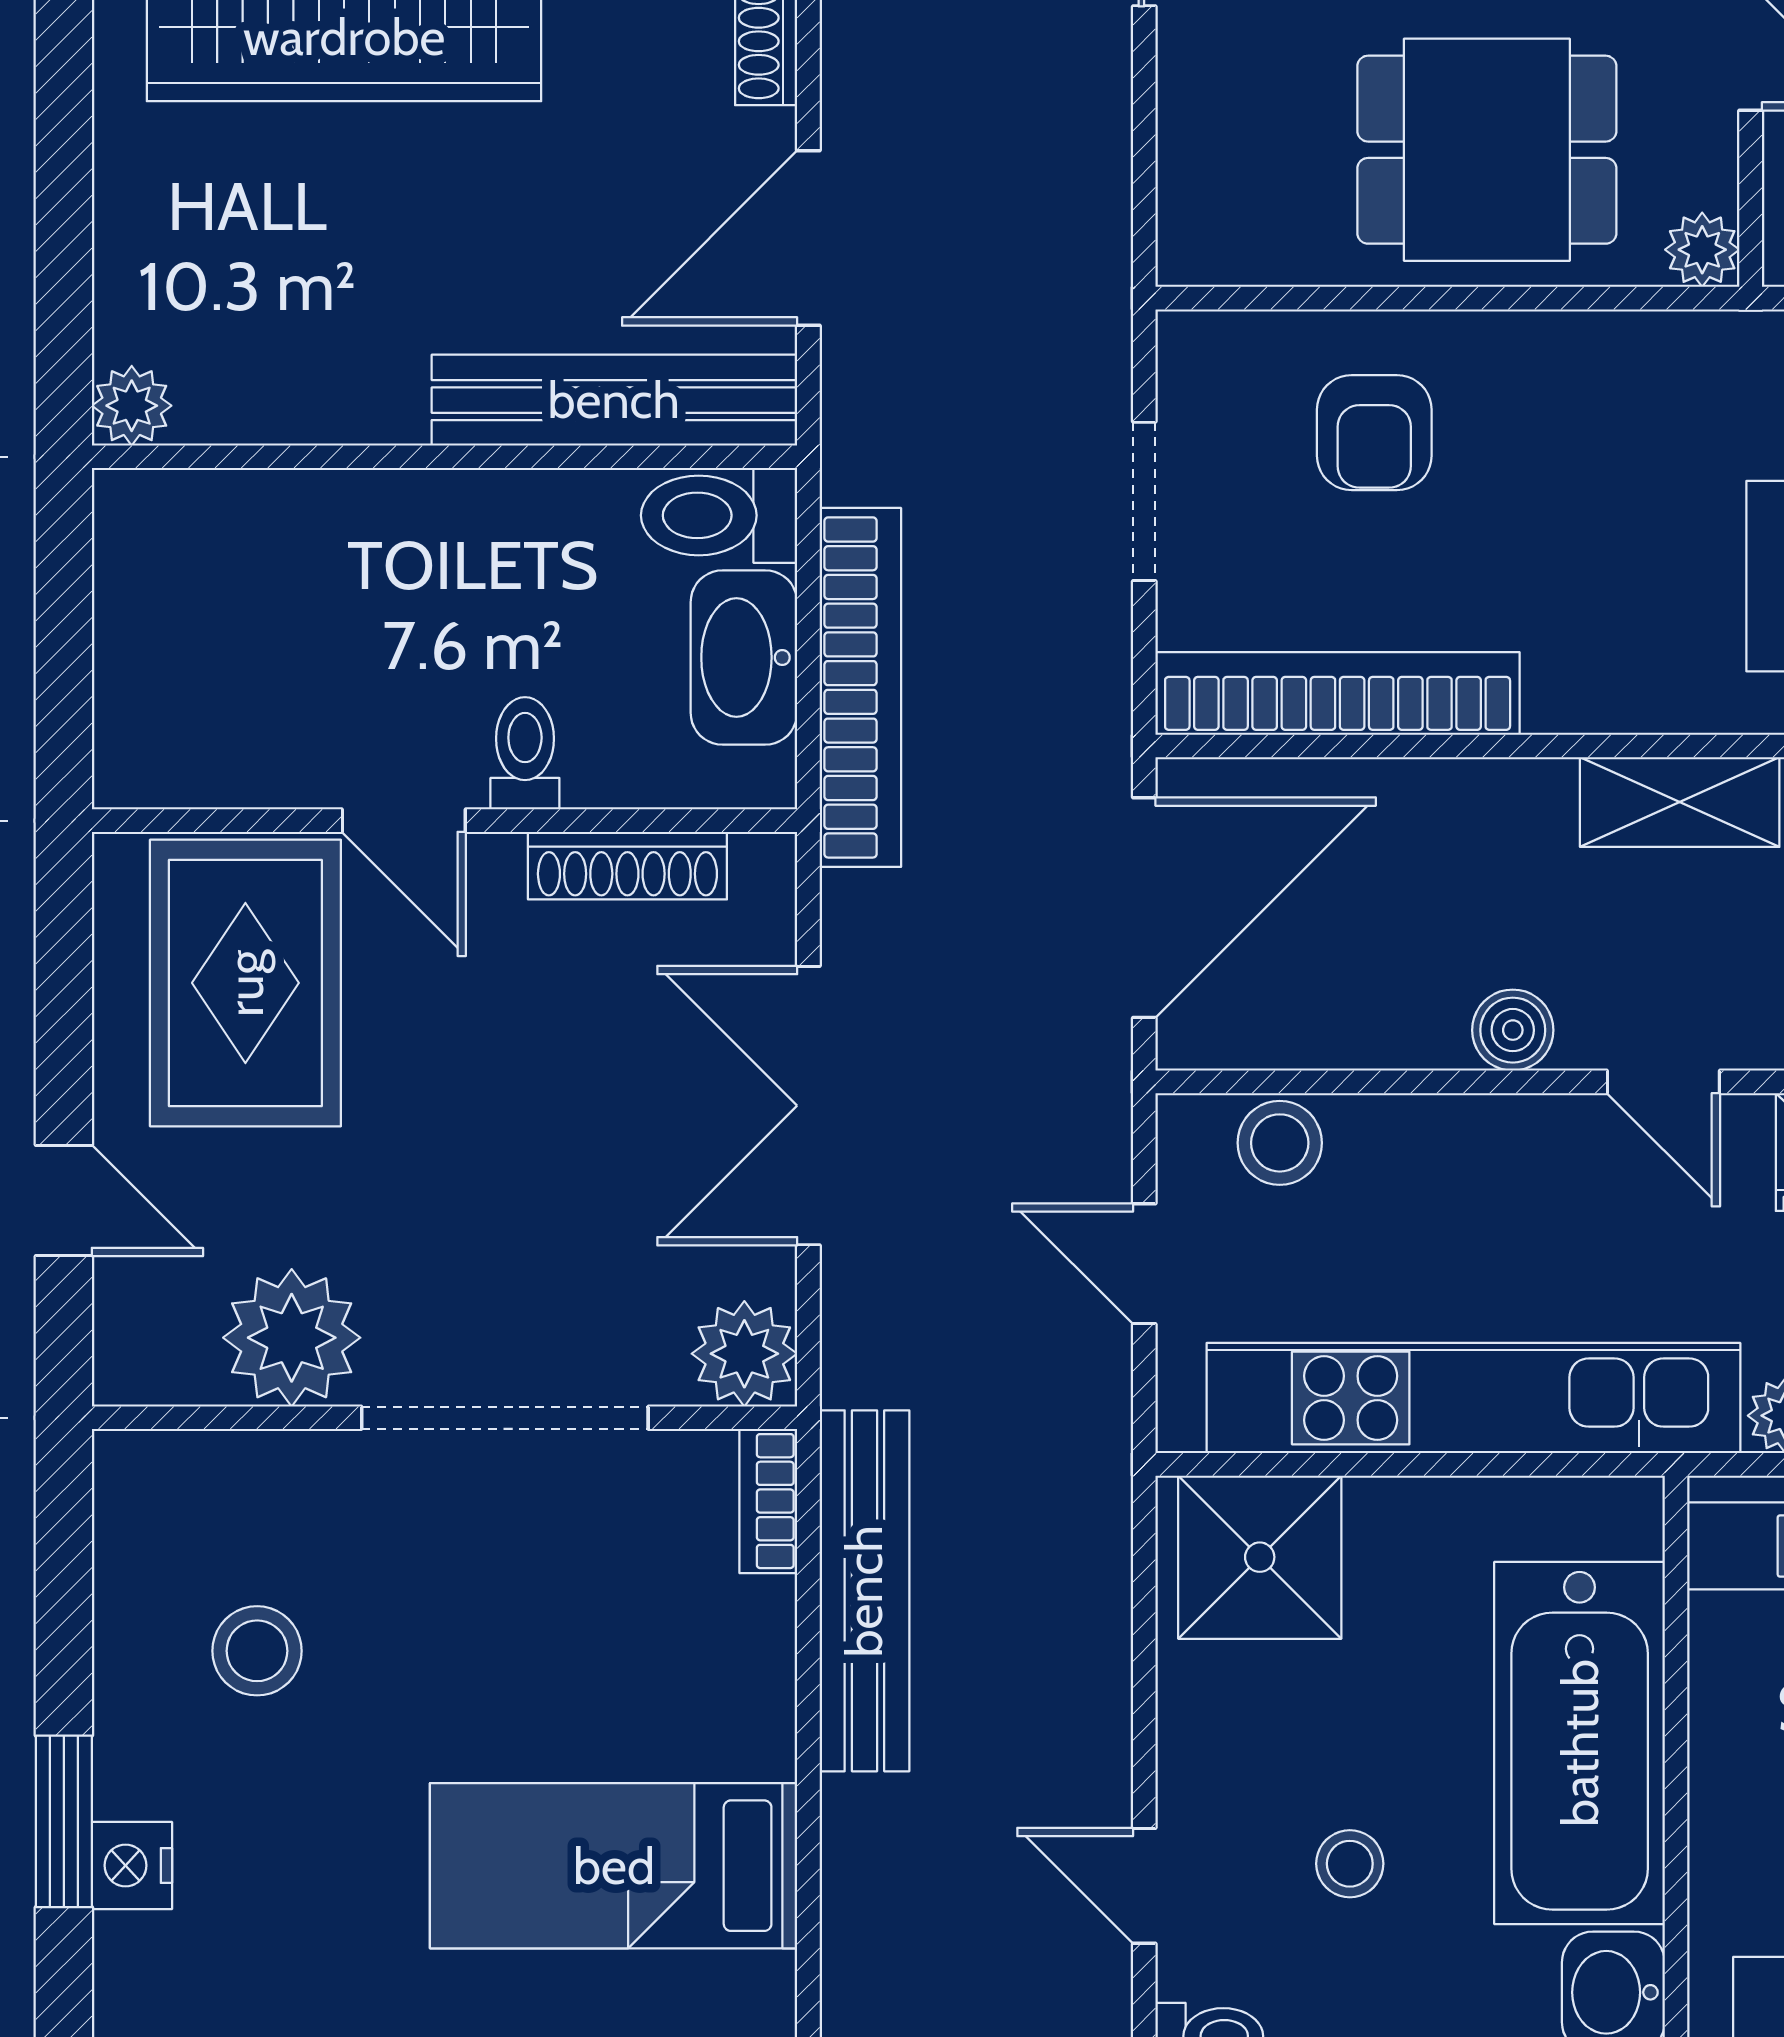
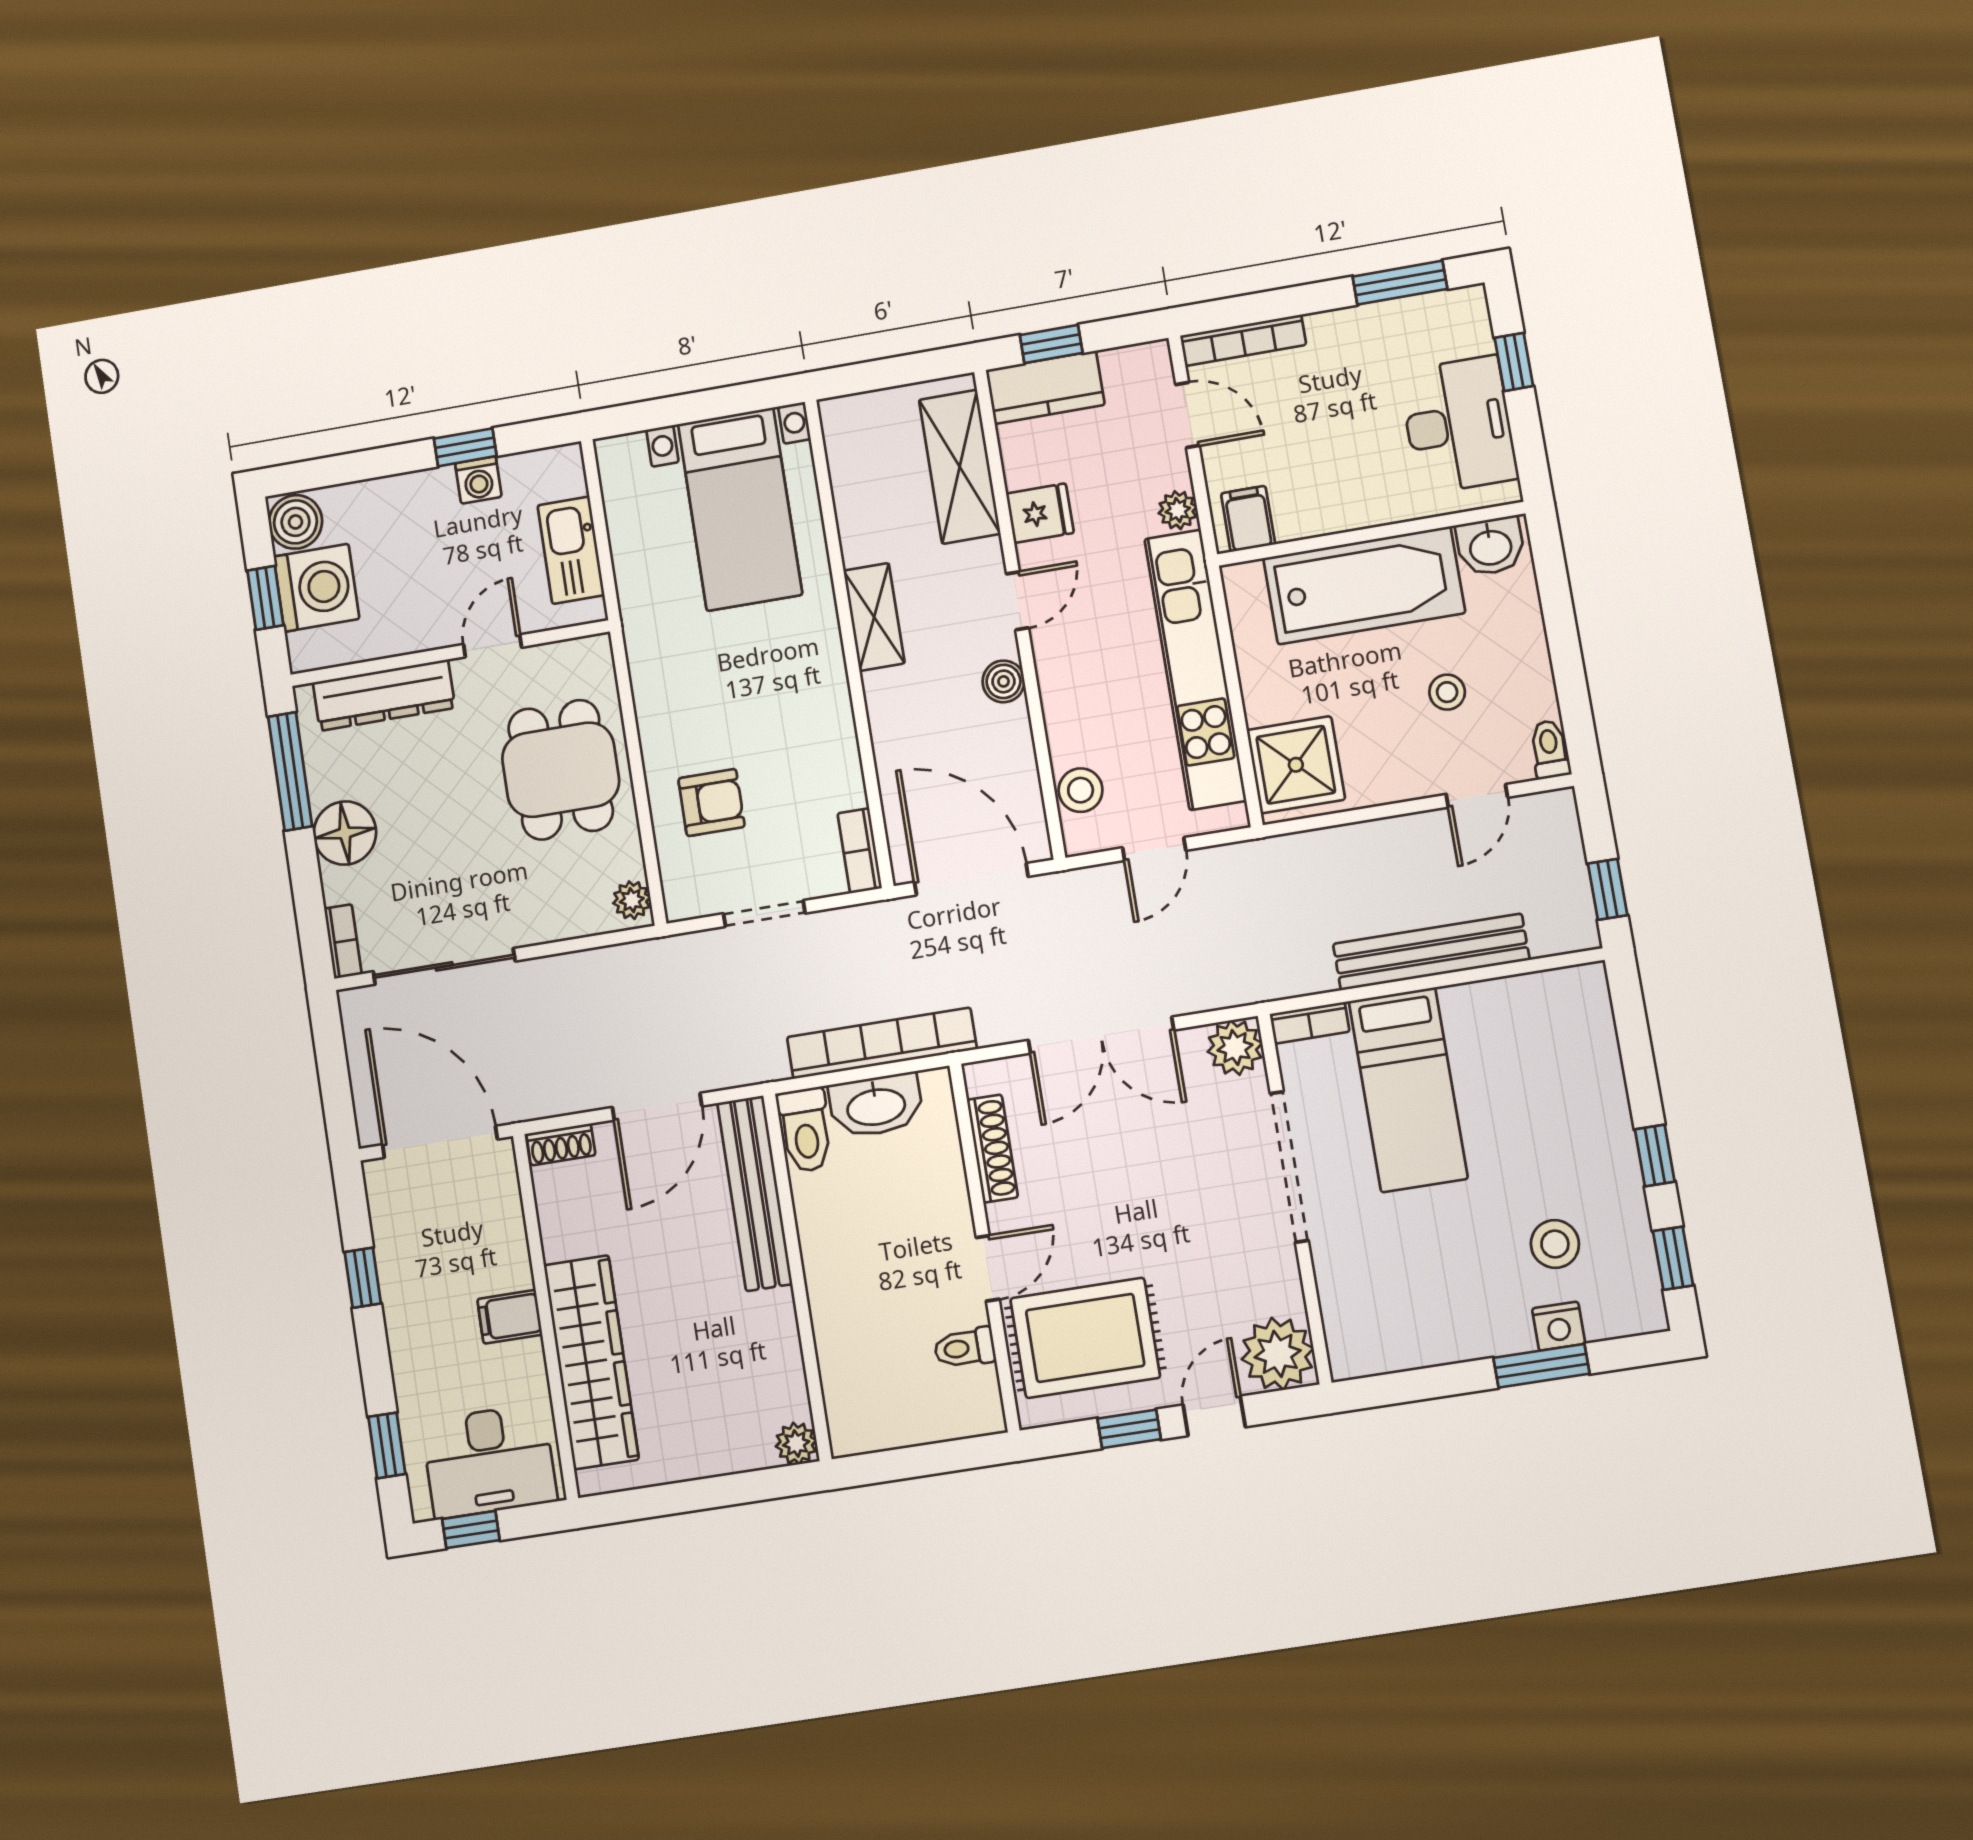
door: (808, 238) -> (657, 1107), hinge flipped
plant: (1702, 250) -> (632, 900), moved
bookcase: (1338, 693) -> (860, 851), width x0.43, depth x0.76
toilet: (525, 753) -> (965, 1348), moved
window: (64, 1038) -> (1129, 1429), added
plant: (292, 1338) -> (1278, 1354), moved
bench: (864, 1591) -> (1431, 952), moved
stool: (257, 1651) -> (1555, 1244), moved
bed: (614, 1866) -> (1408, 1090), moved

